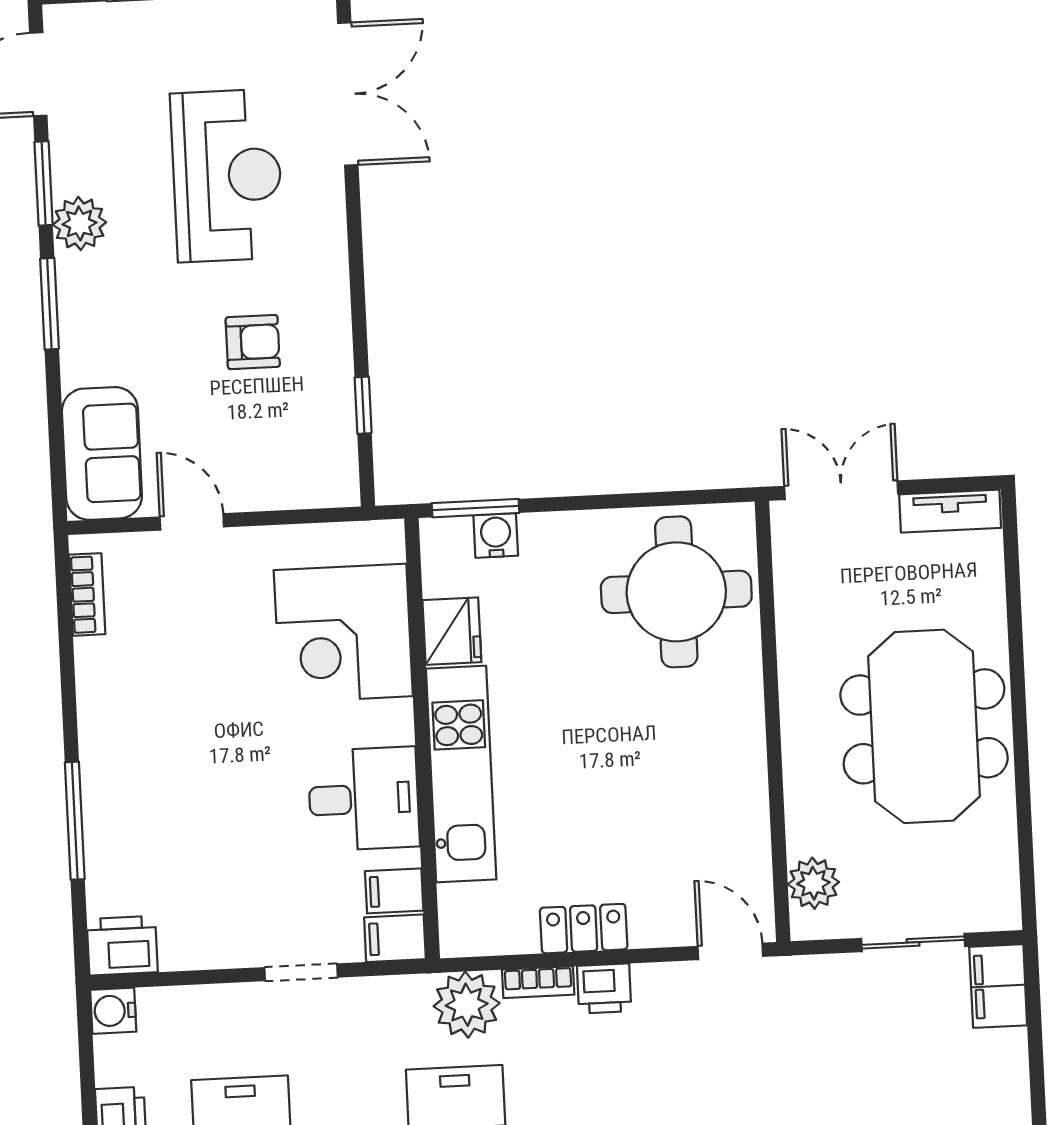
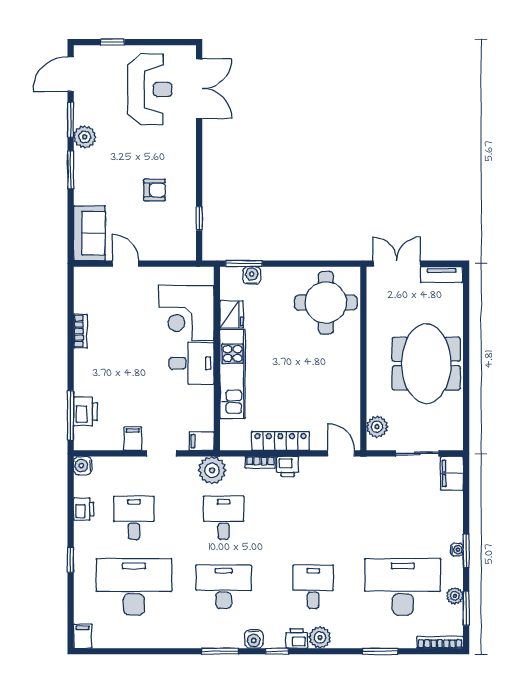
reception desk: (227, 176) -> (150, 89), moved
bookcase: (87, 594) -> (80, 331), moved
desk: (364, 799) -> (191, 363), moved
window: (75, 821) -> (71, 415), moved
filing cabinet: (394, 891) -> (133, 439), moved, turned 90
locker: (584, 929) -> (280, 441), width x1.53
printer: (122, 946) -> (85, 412), moved, turned 90
plant: (467, 1005) -> (212, 470), moved

